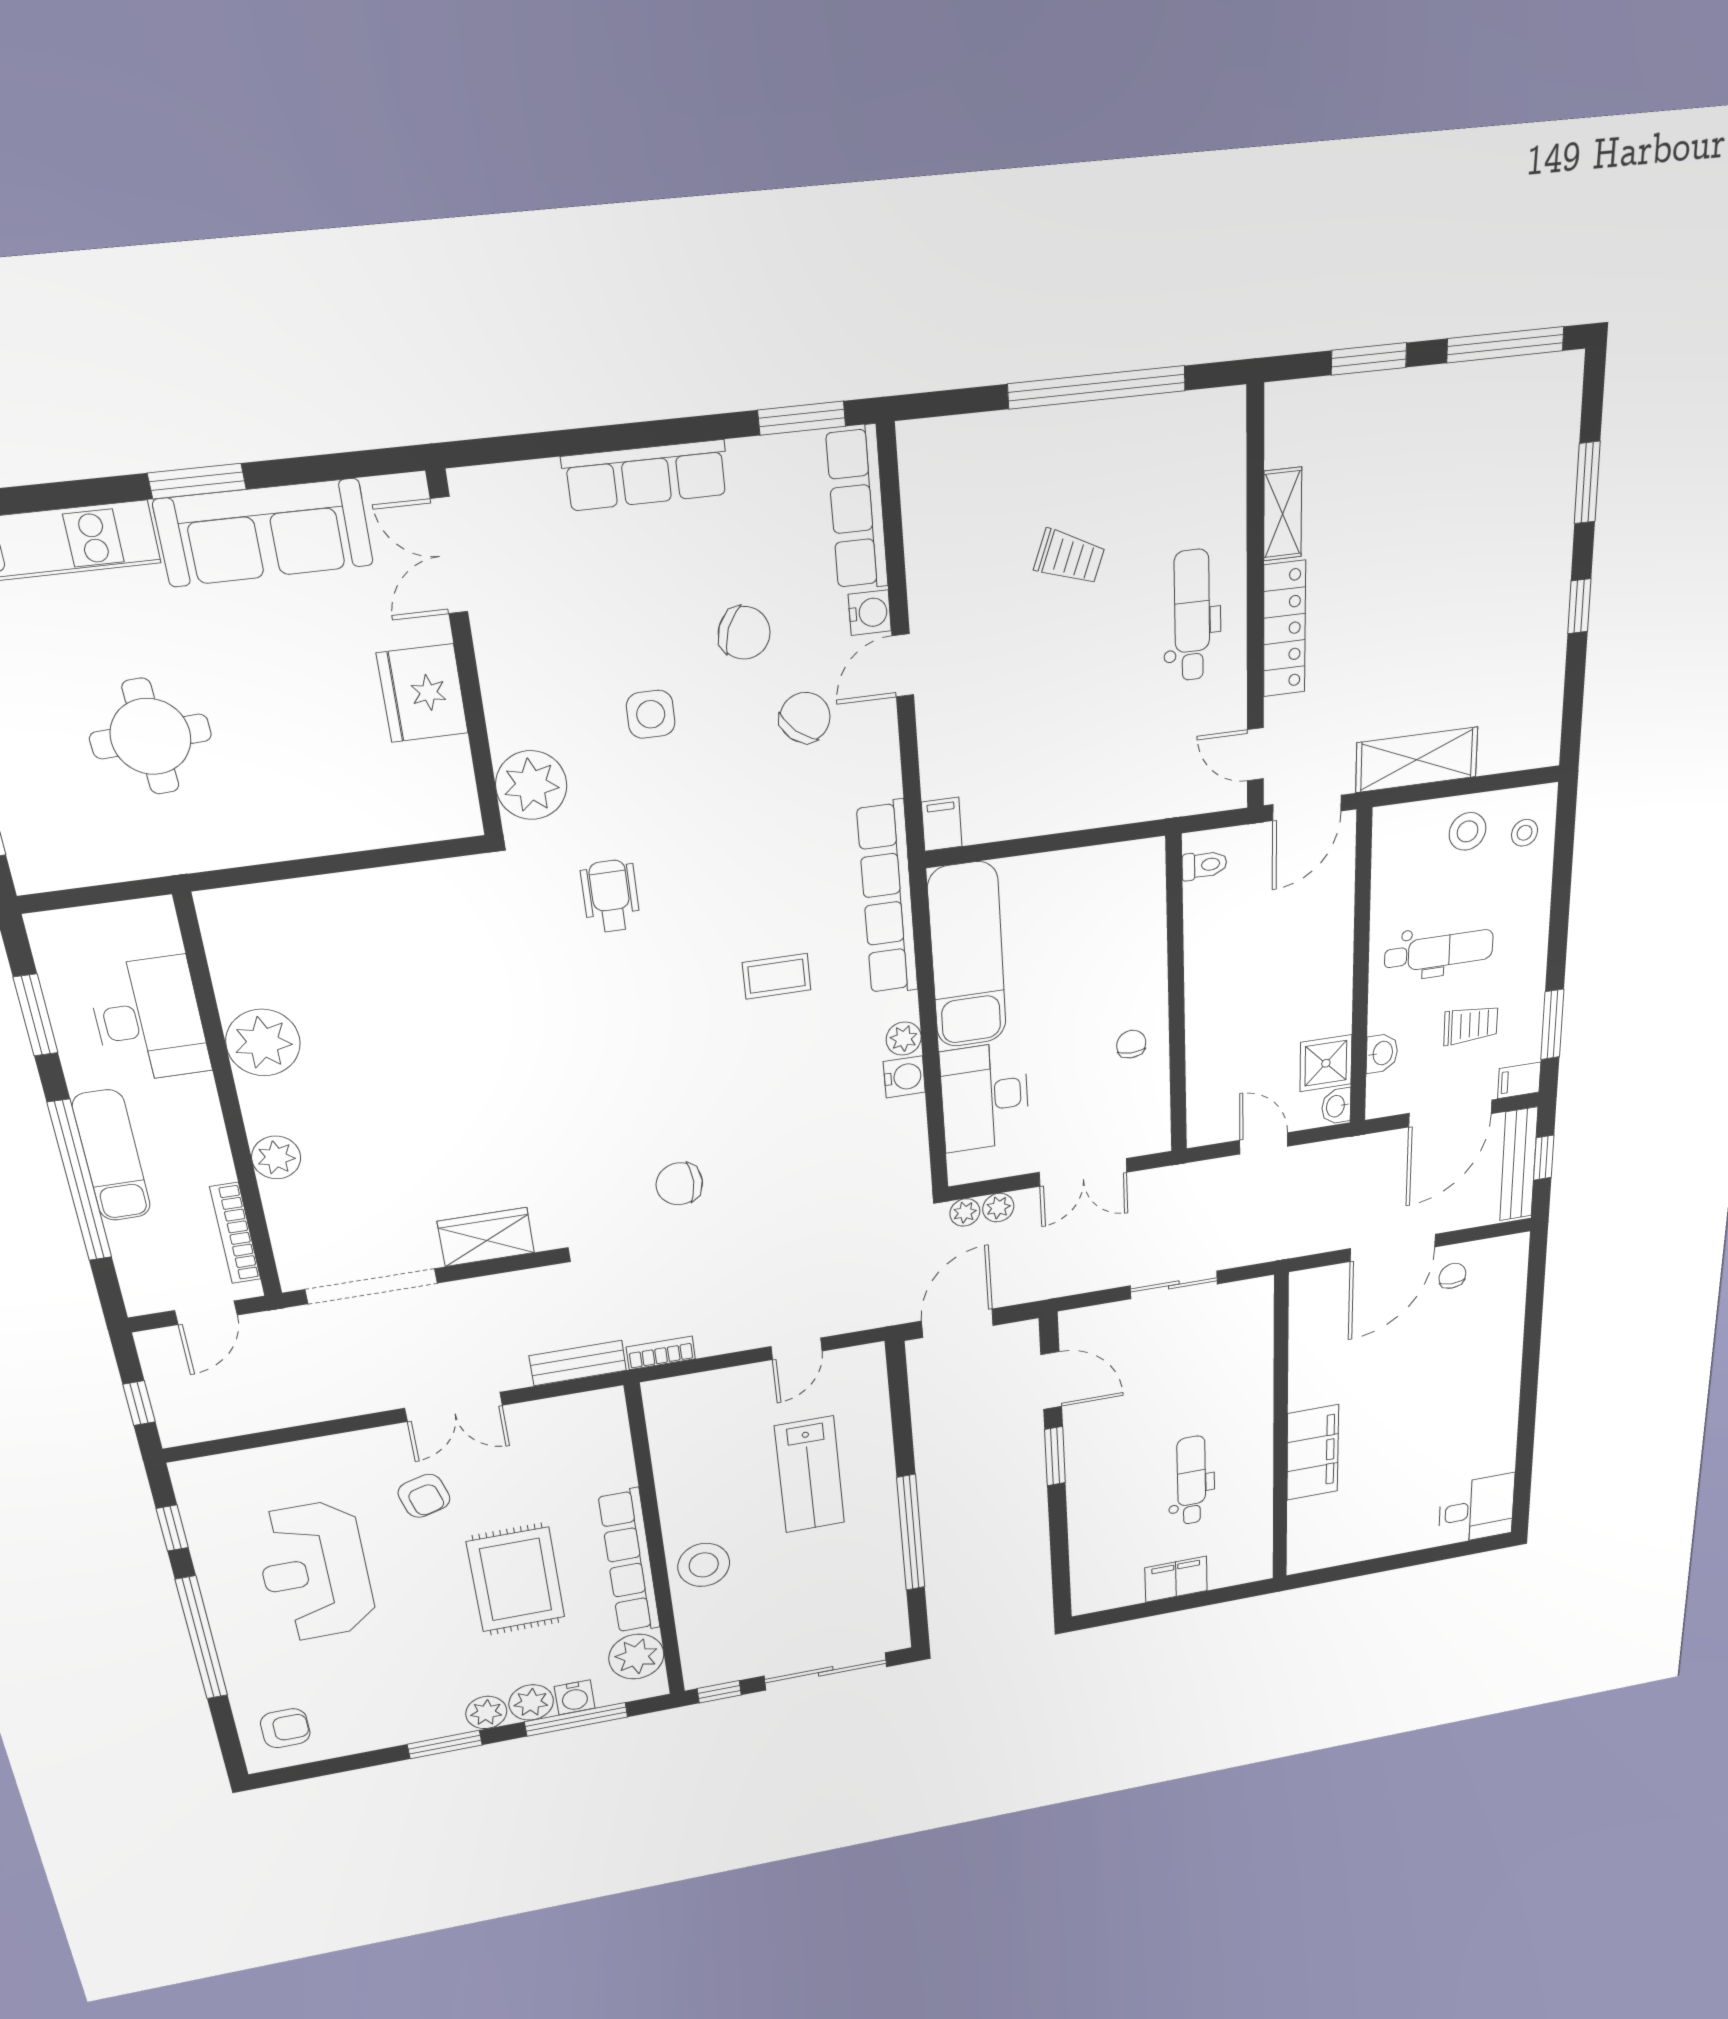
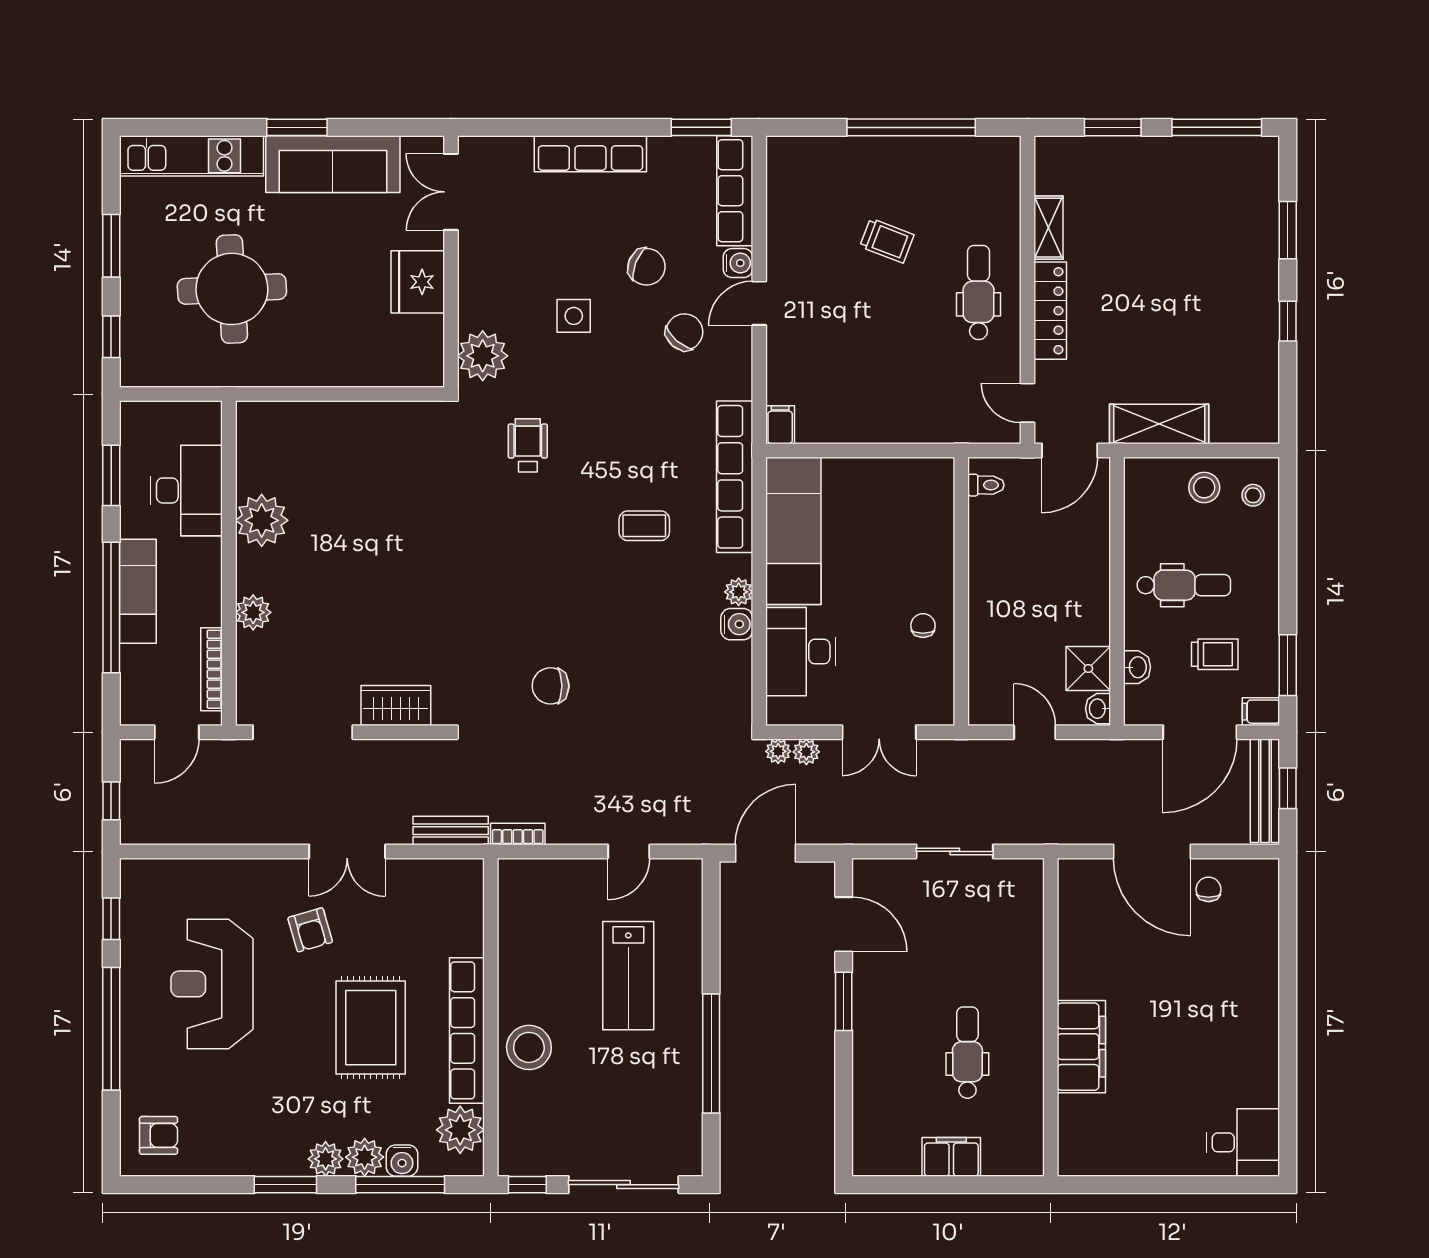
round table: (151, 736) -> (232, 289), width x1.36, depth x1.36
door: (1393, 1248) -> (1152, 851), hinge flipped

